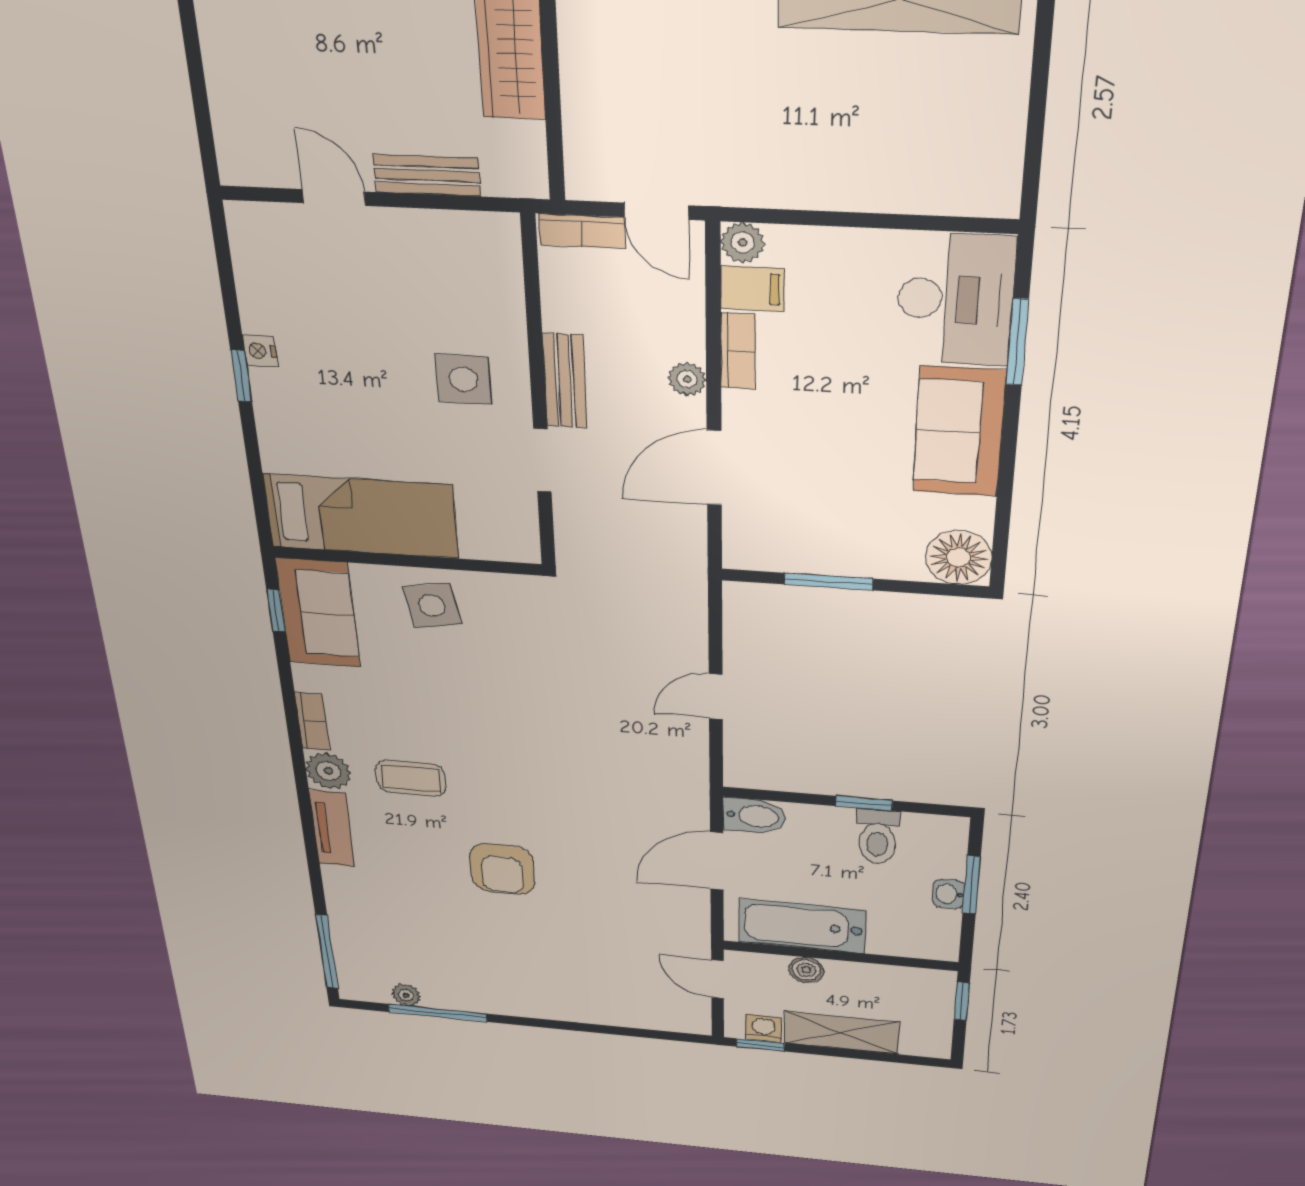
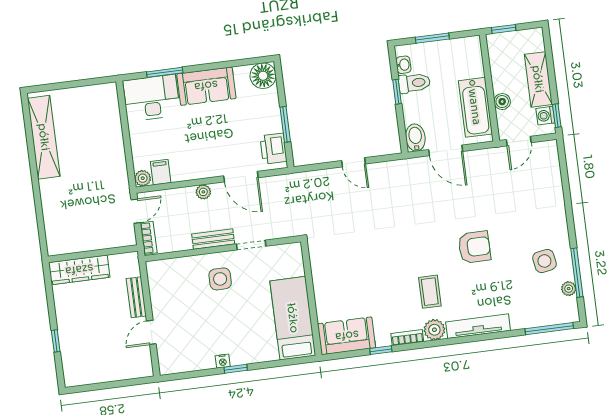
bookcase: (738, 351) -> (188, 174), removed
printer: (773, 547) -> (273, 149), added
side table: (432, 606) -> (544, 261), moved
window: (276, 611) -> (381, 350), moved
tv unit: (332, 829) -> (478, 326), width x1.41
washbasin: (948, 894) -> (403, 65), moved, turned -90

